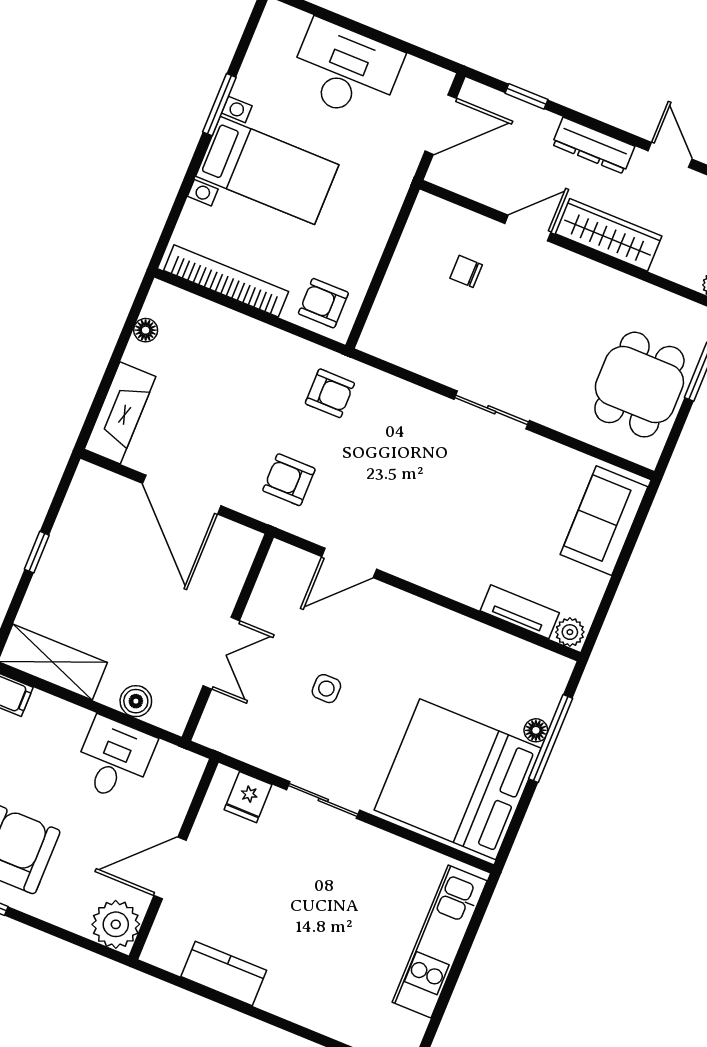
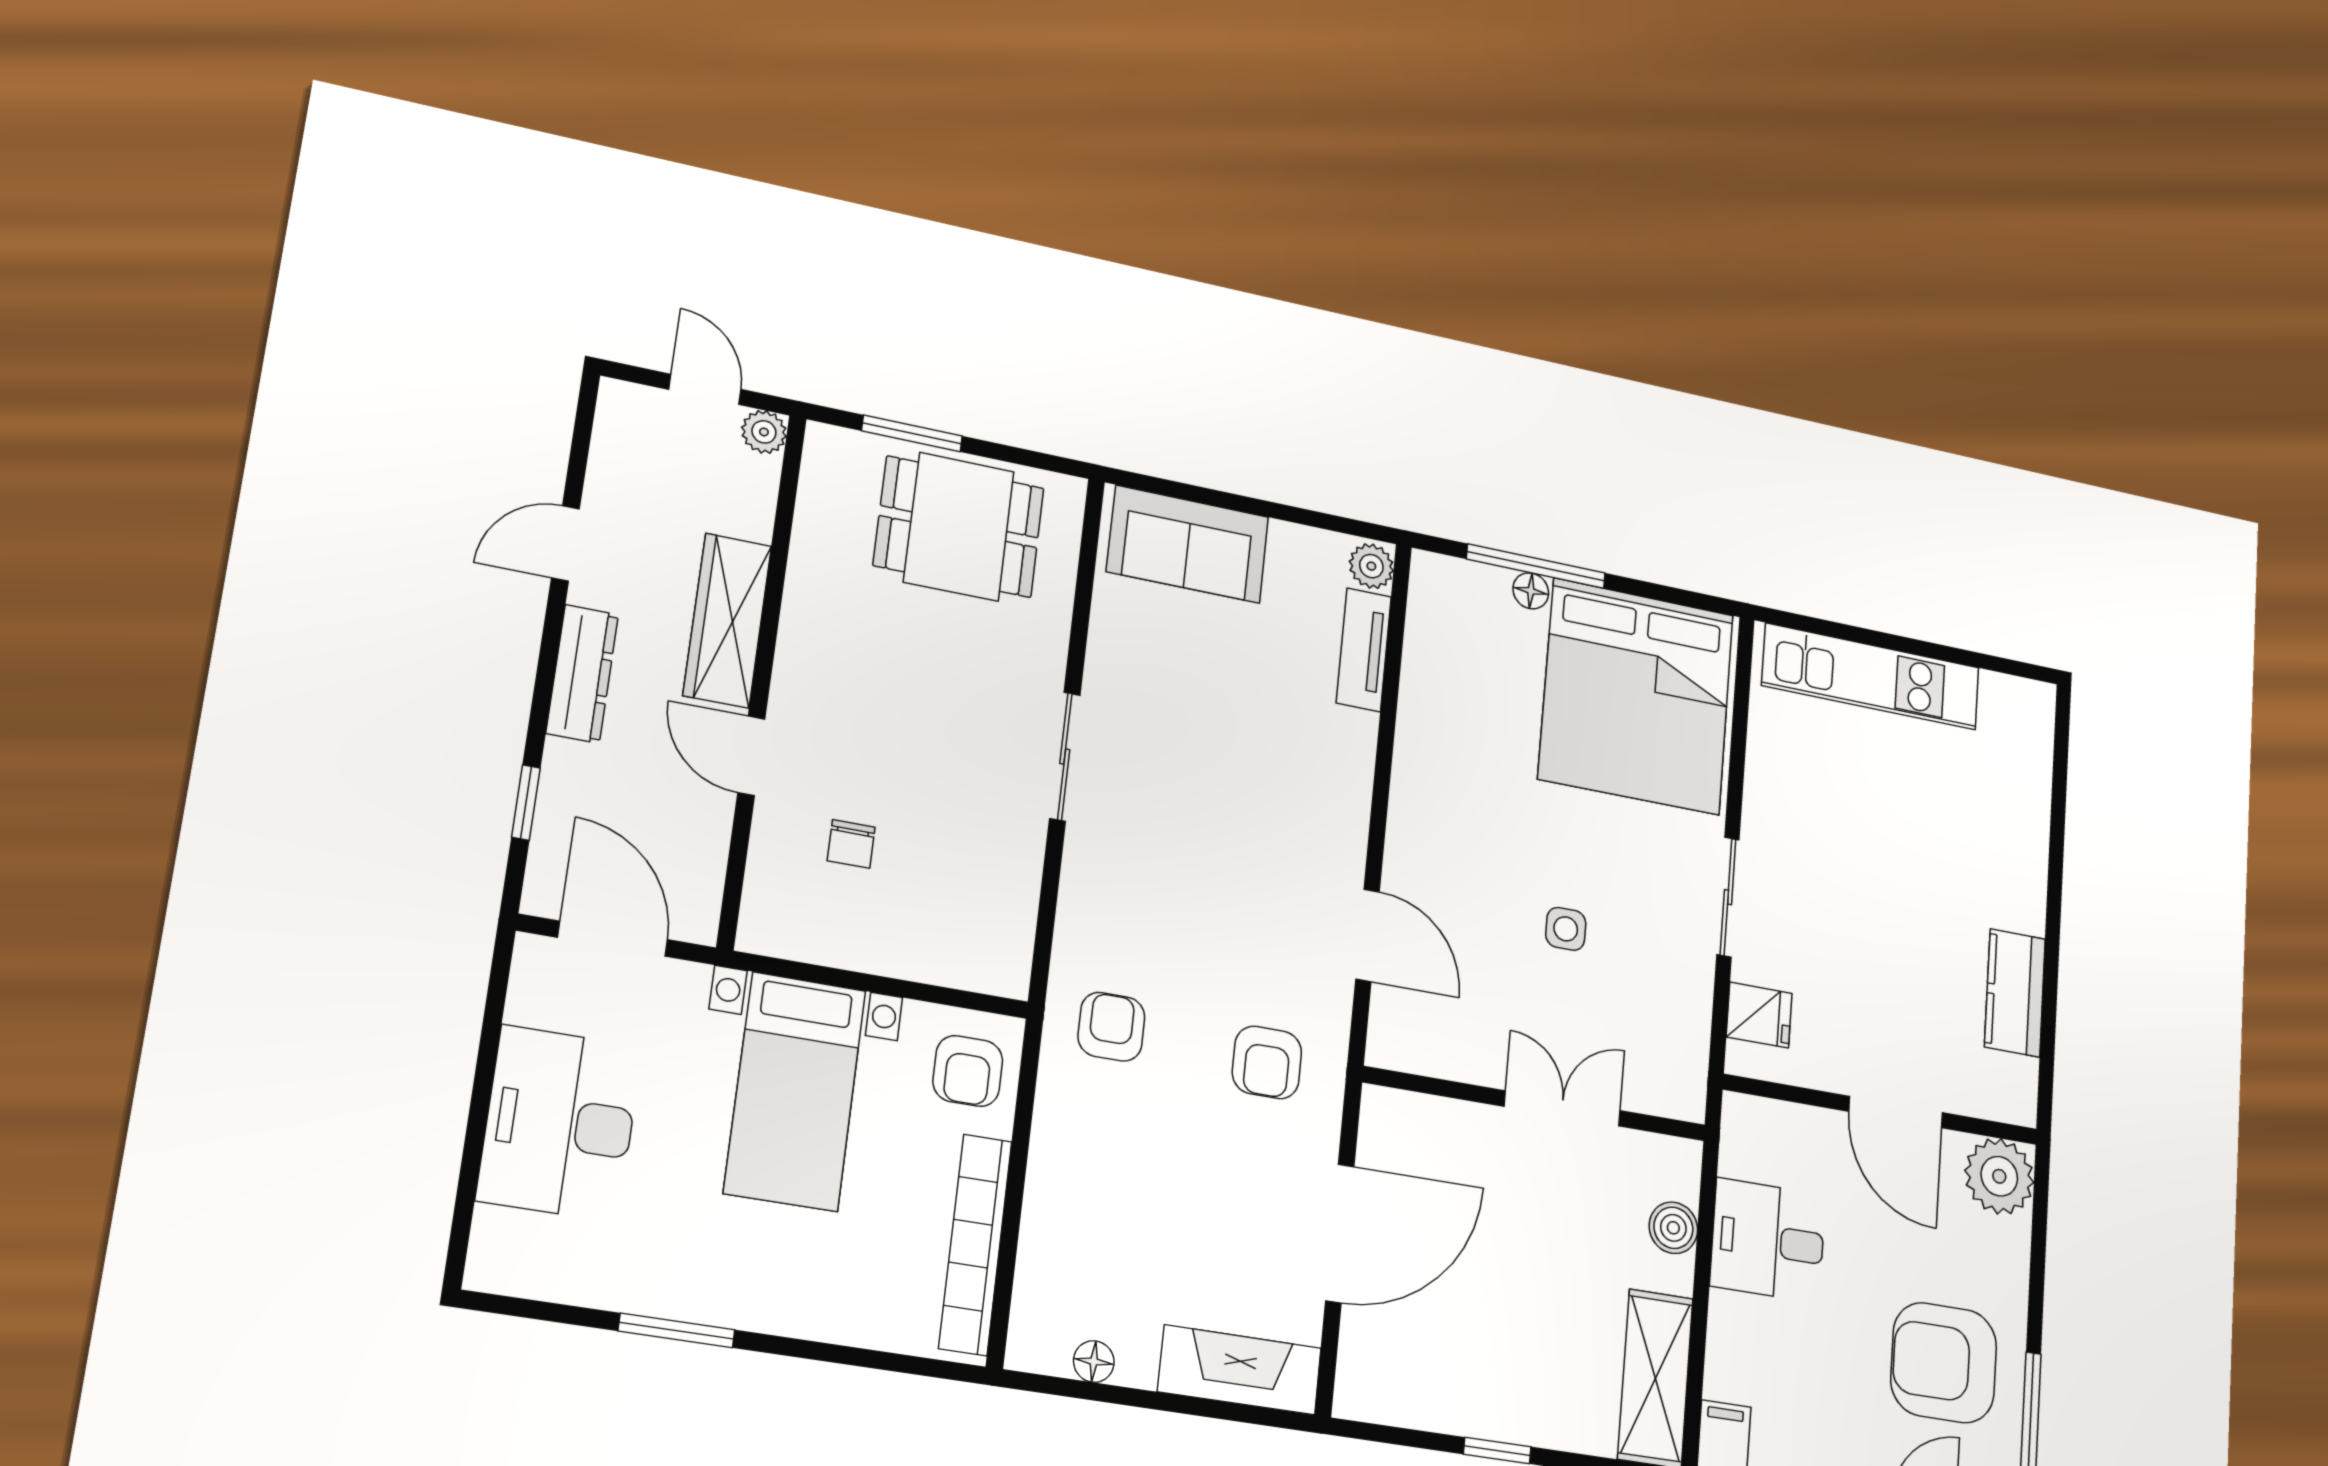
bed with nightstands: (267, 170) -> (795, 1091), moved, turned 180

